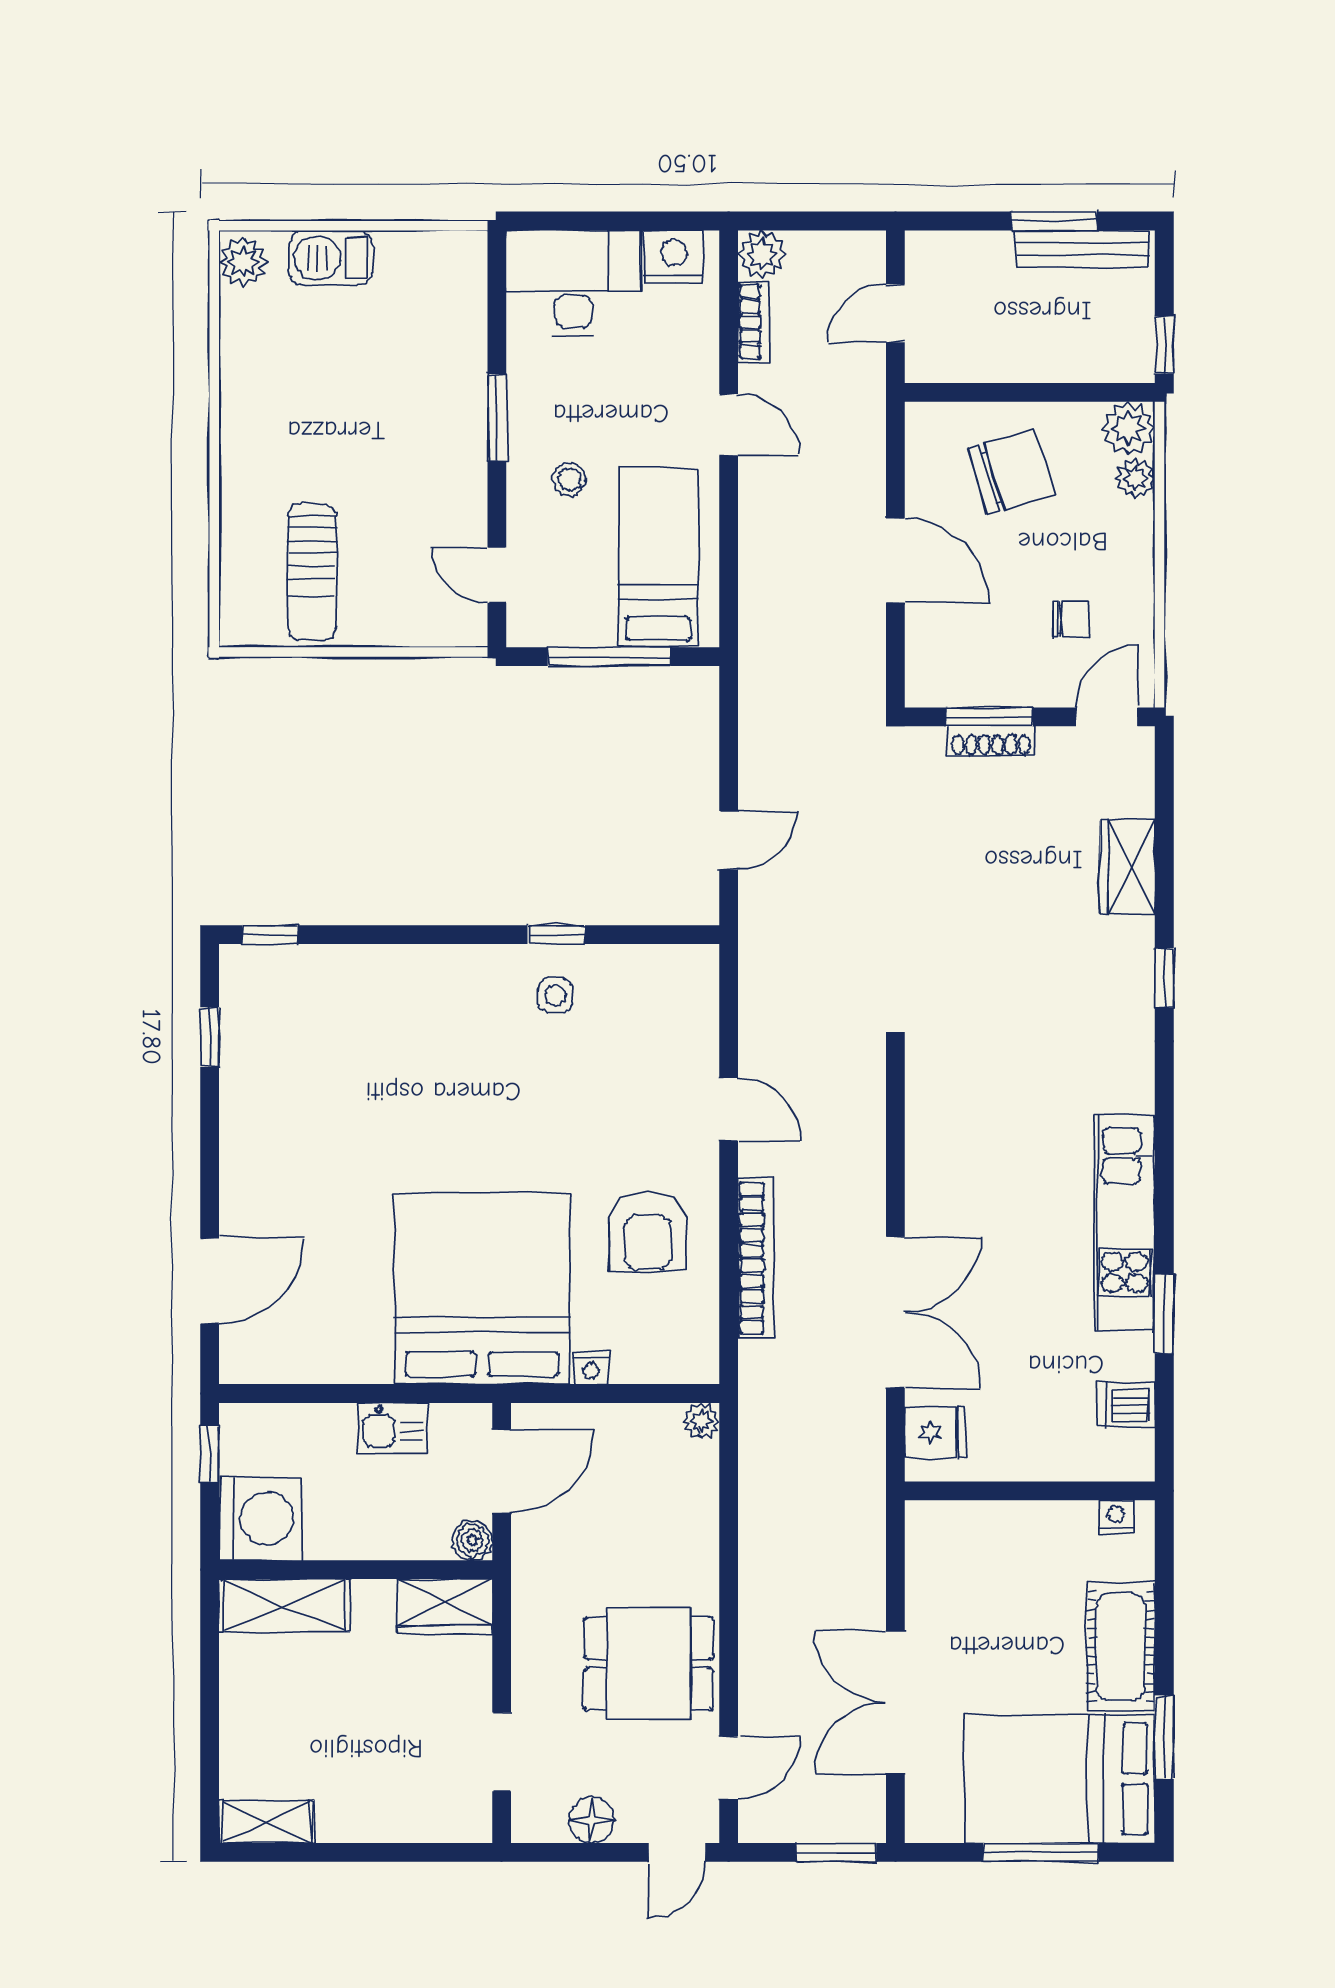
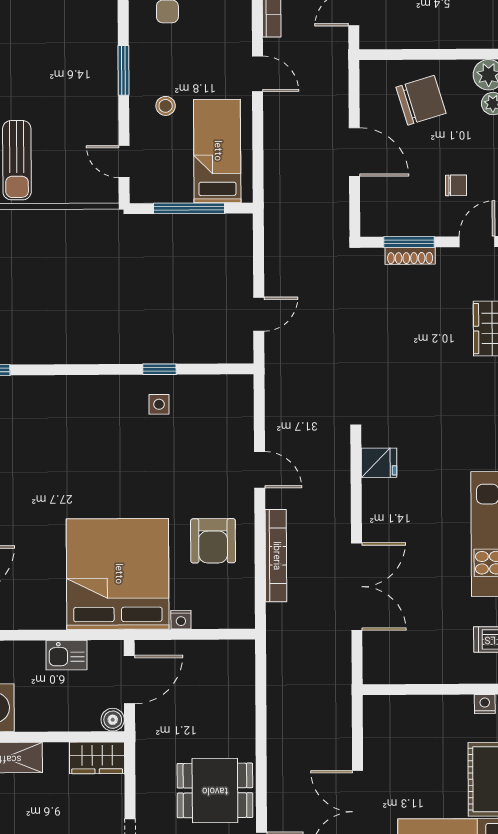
plant: (701, 1421) -> (245, 650), removed
fridge: (935, 1432) -> (379, 463), moved

